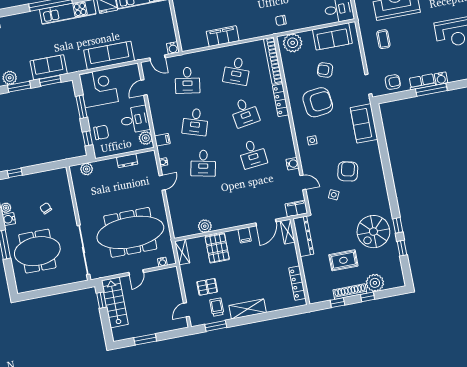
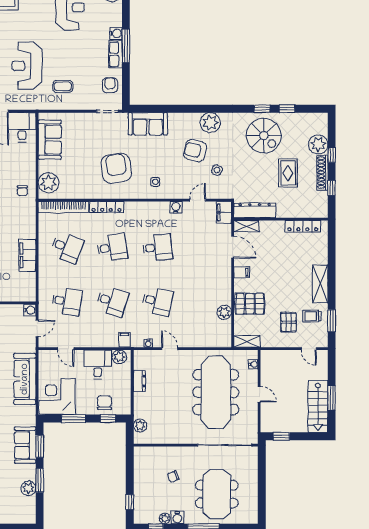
armchair: (325, 70) -> (84, 154), removed
plant: (376, 180) -> (210, 123), added
stairs: (115, 302) -> (318, 406), moved, turned -90

